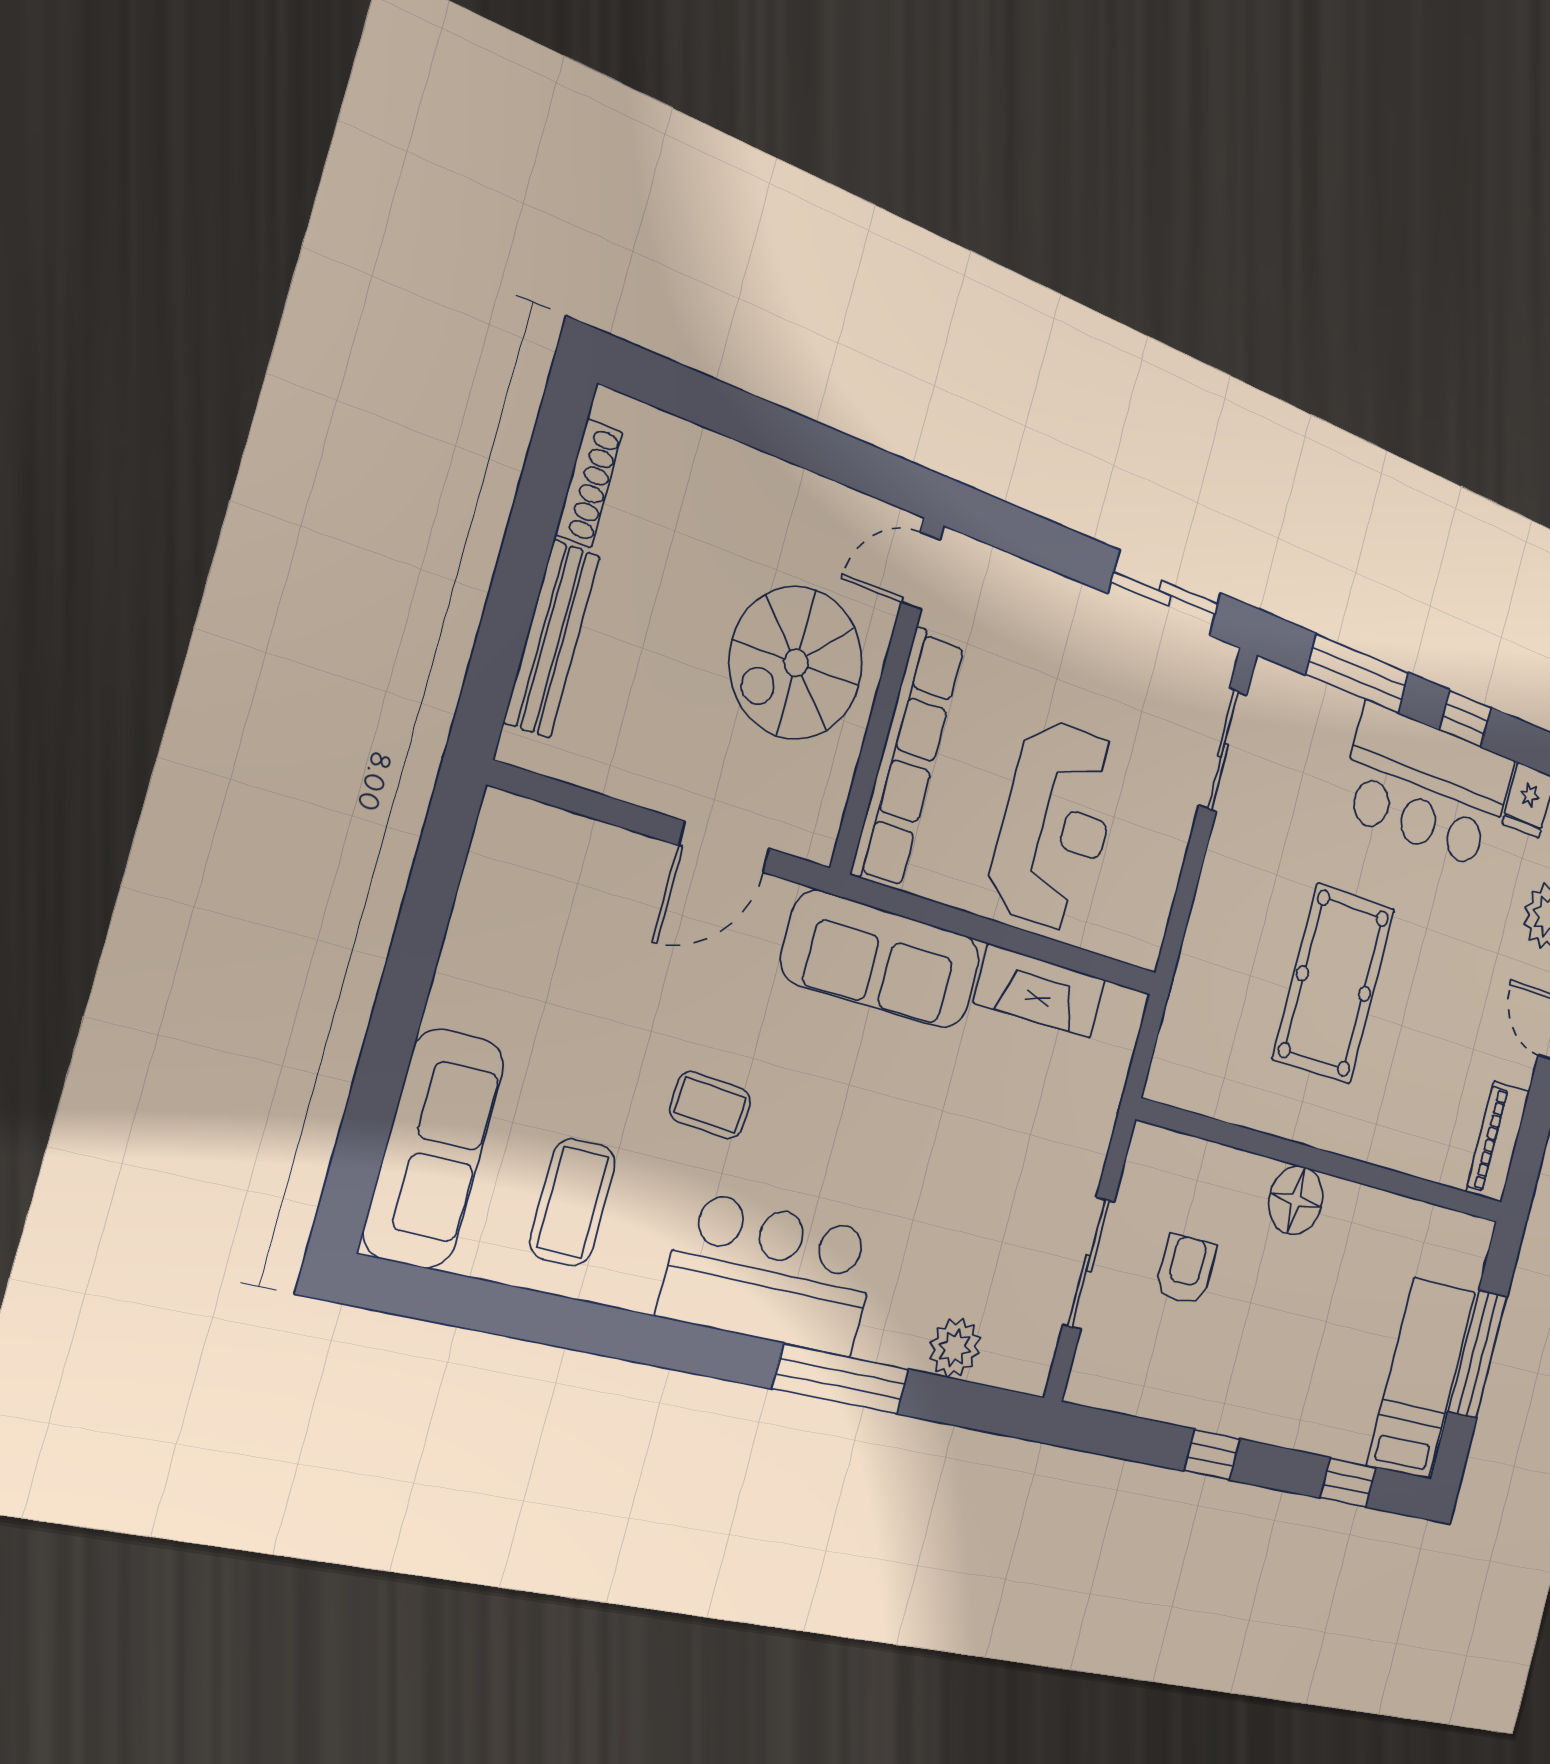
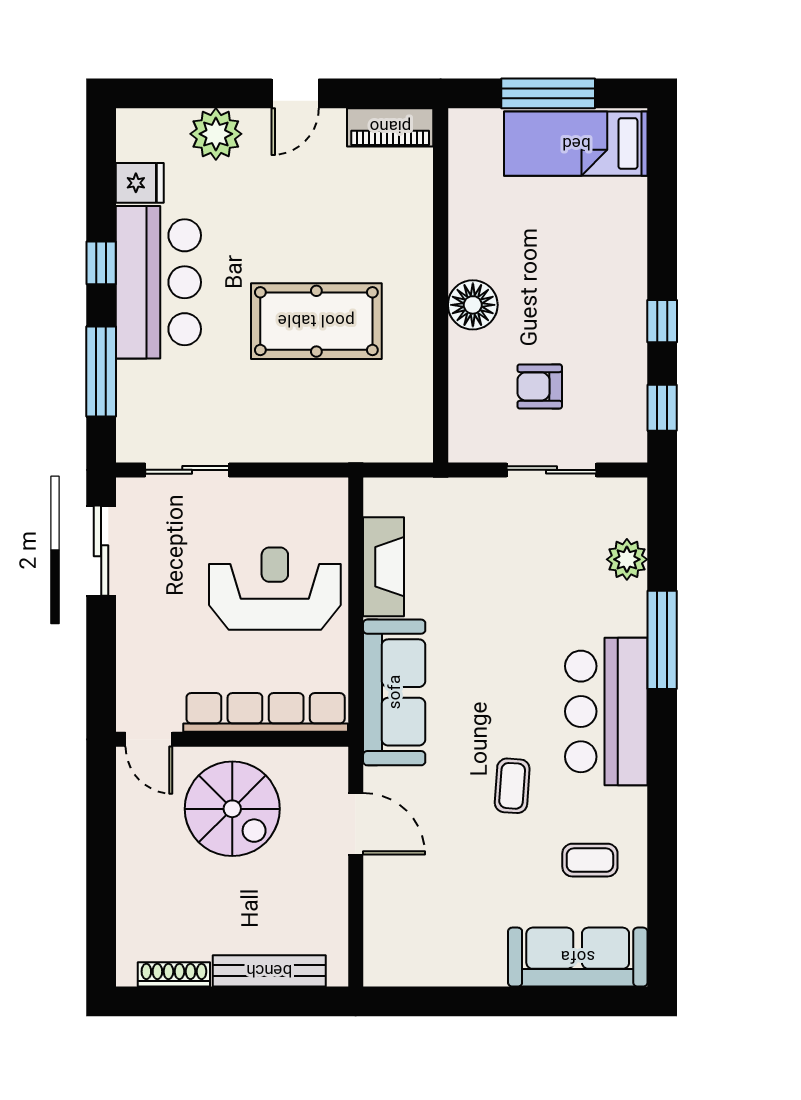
coffee table: (573, 1202) -> (590, 860), width x0.73, depth x0.77
window: (1348, 1483) -> (662, 408), moved

